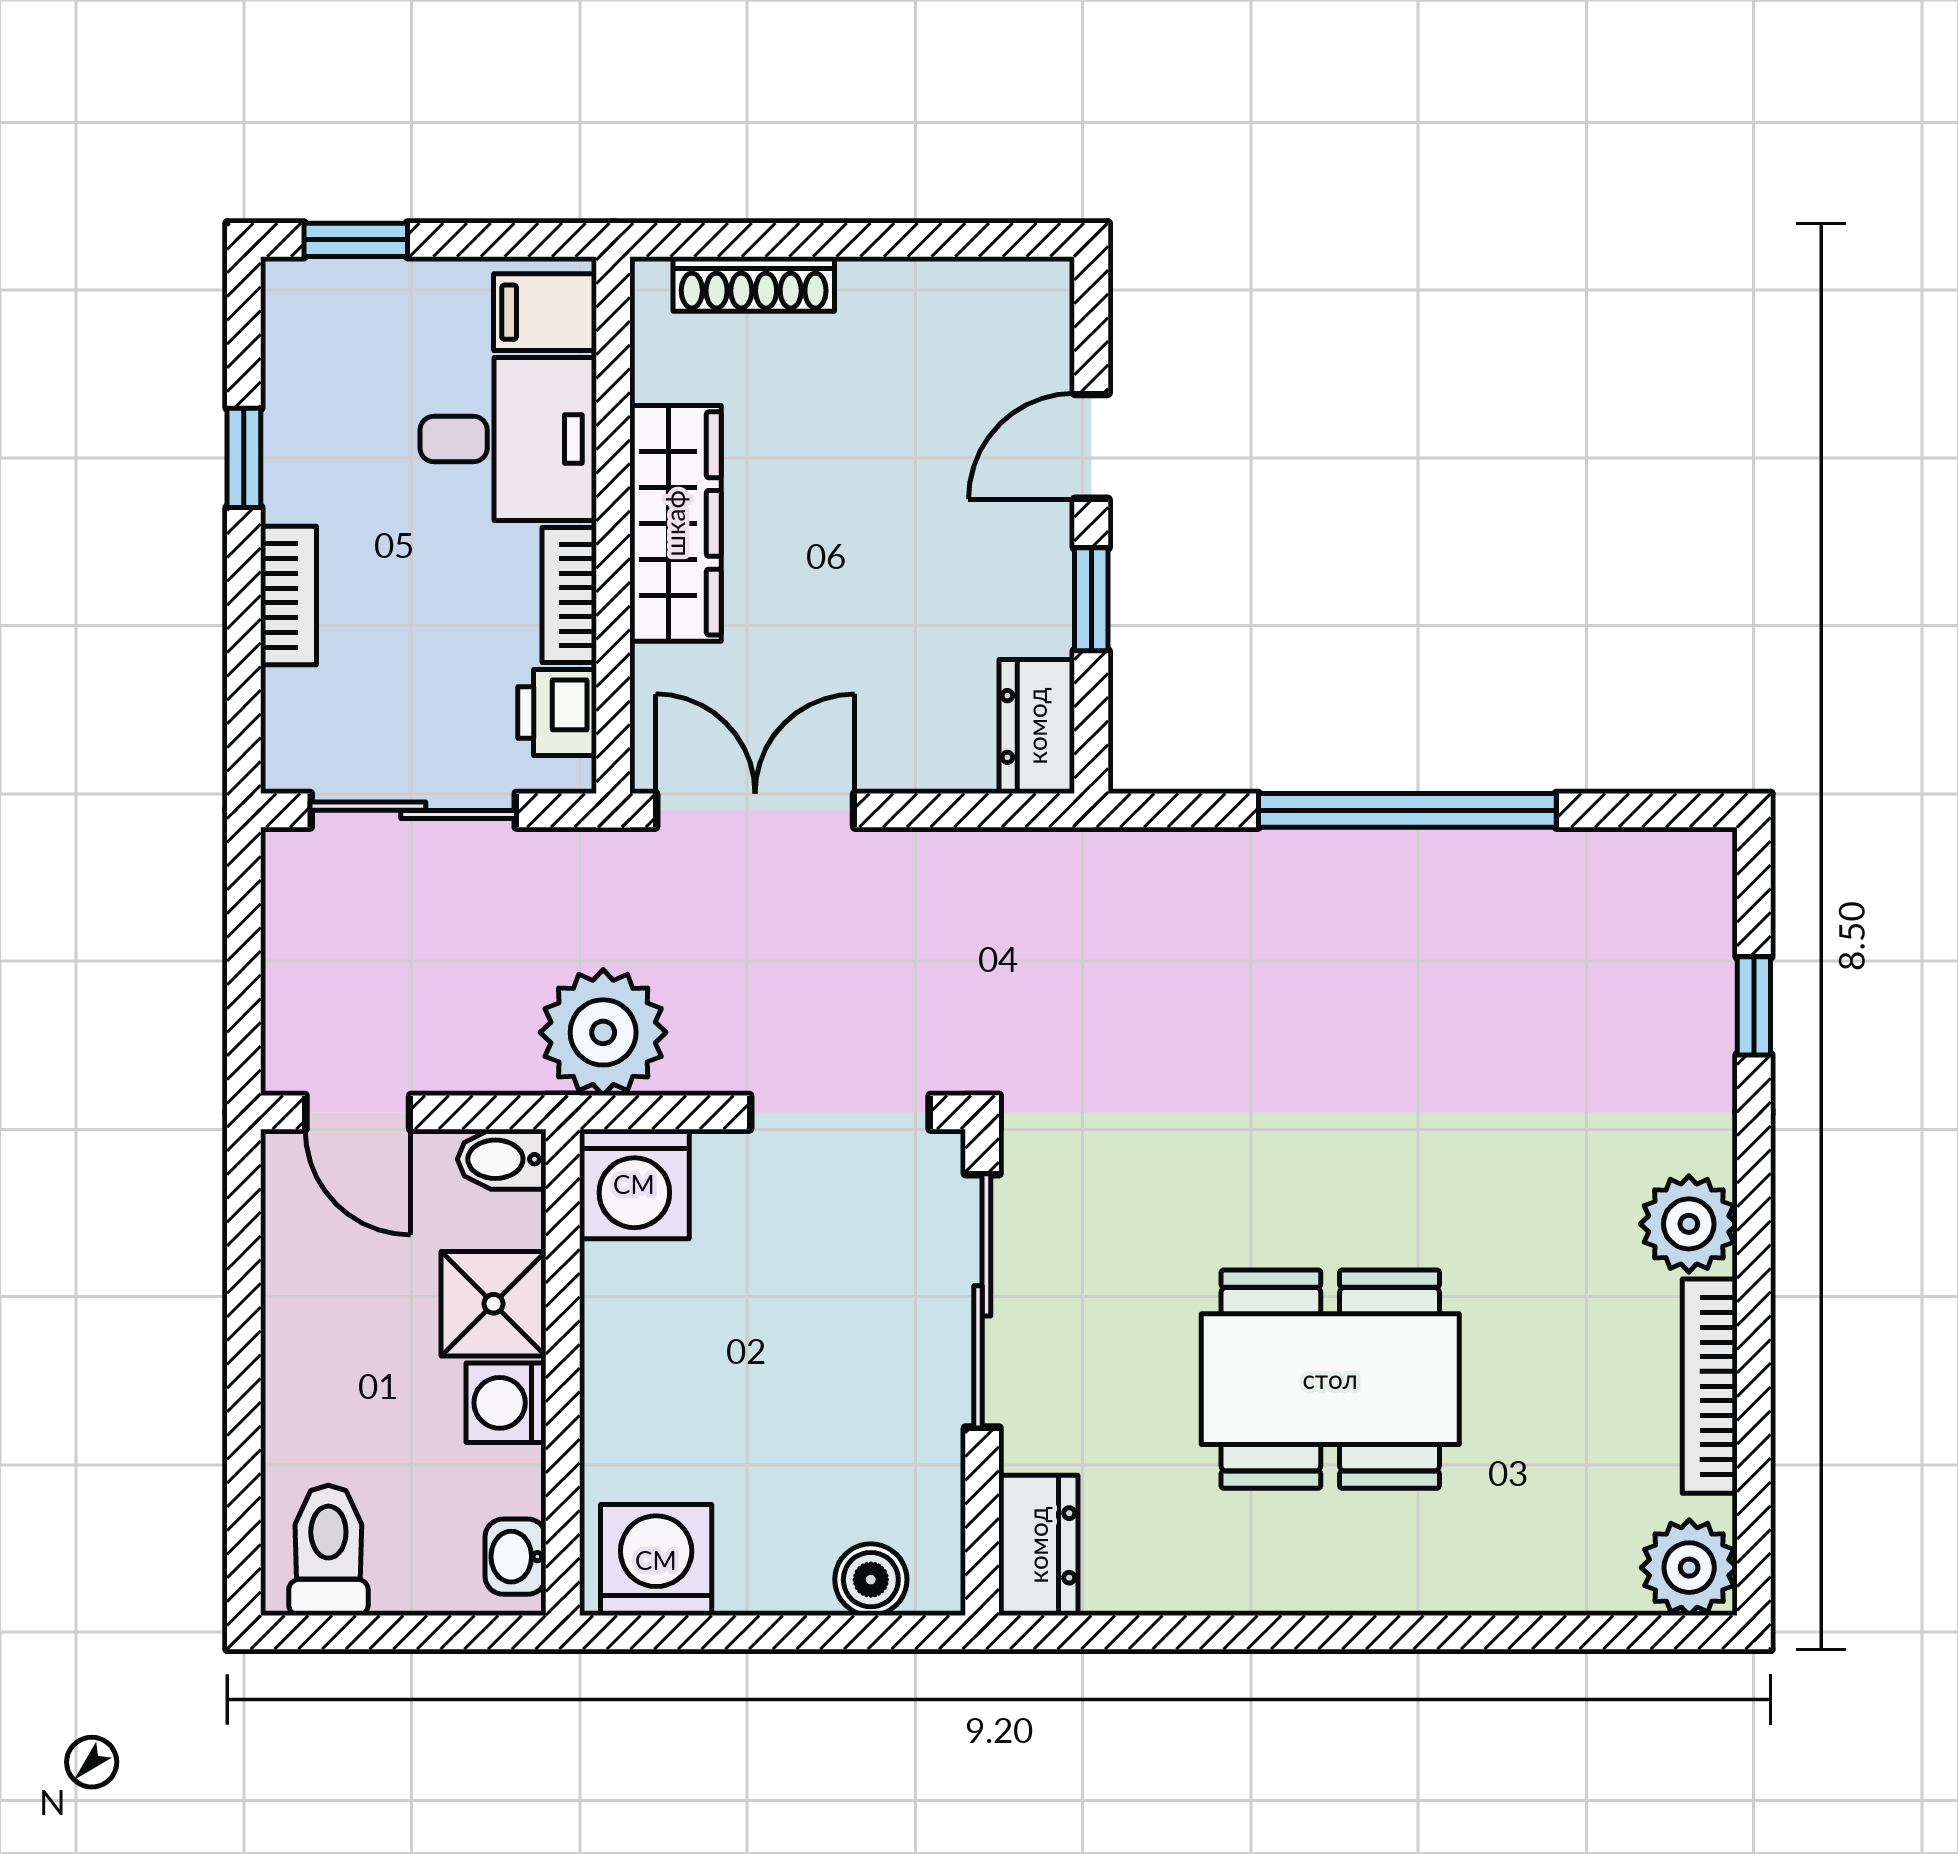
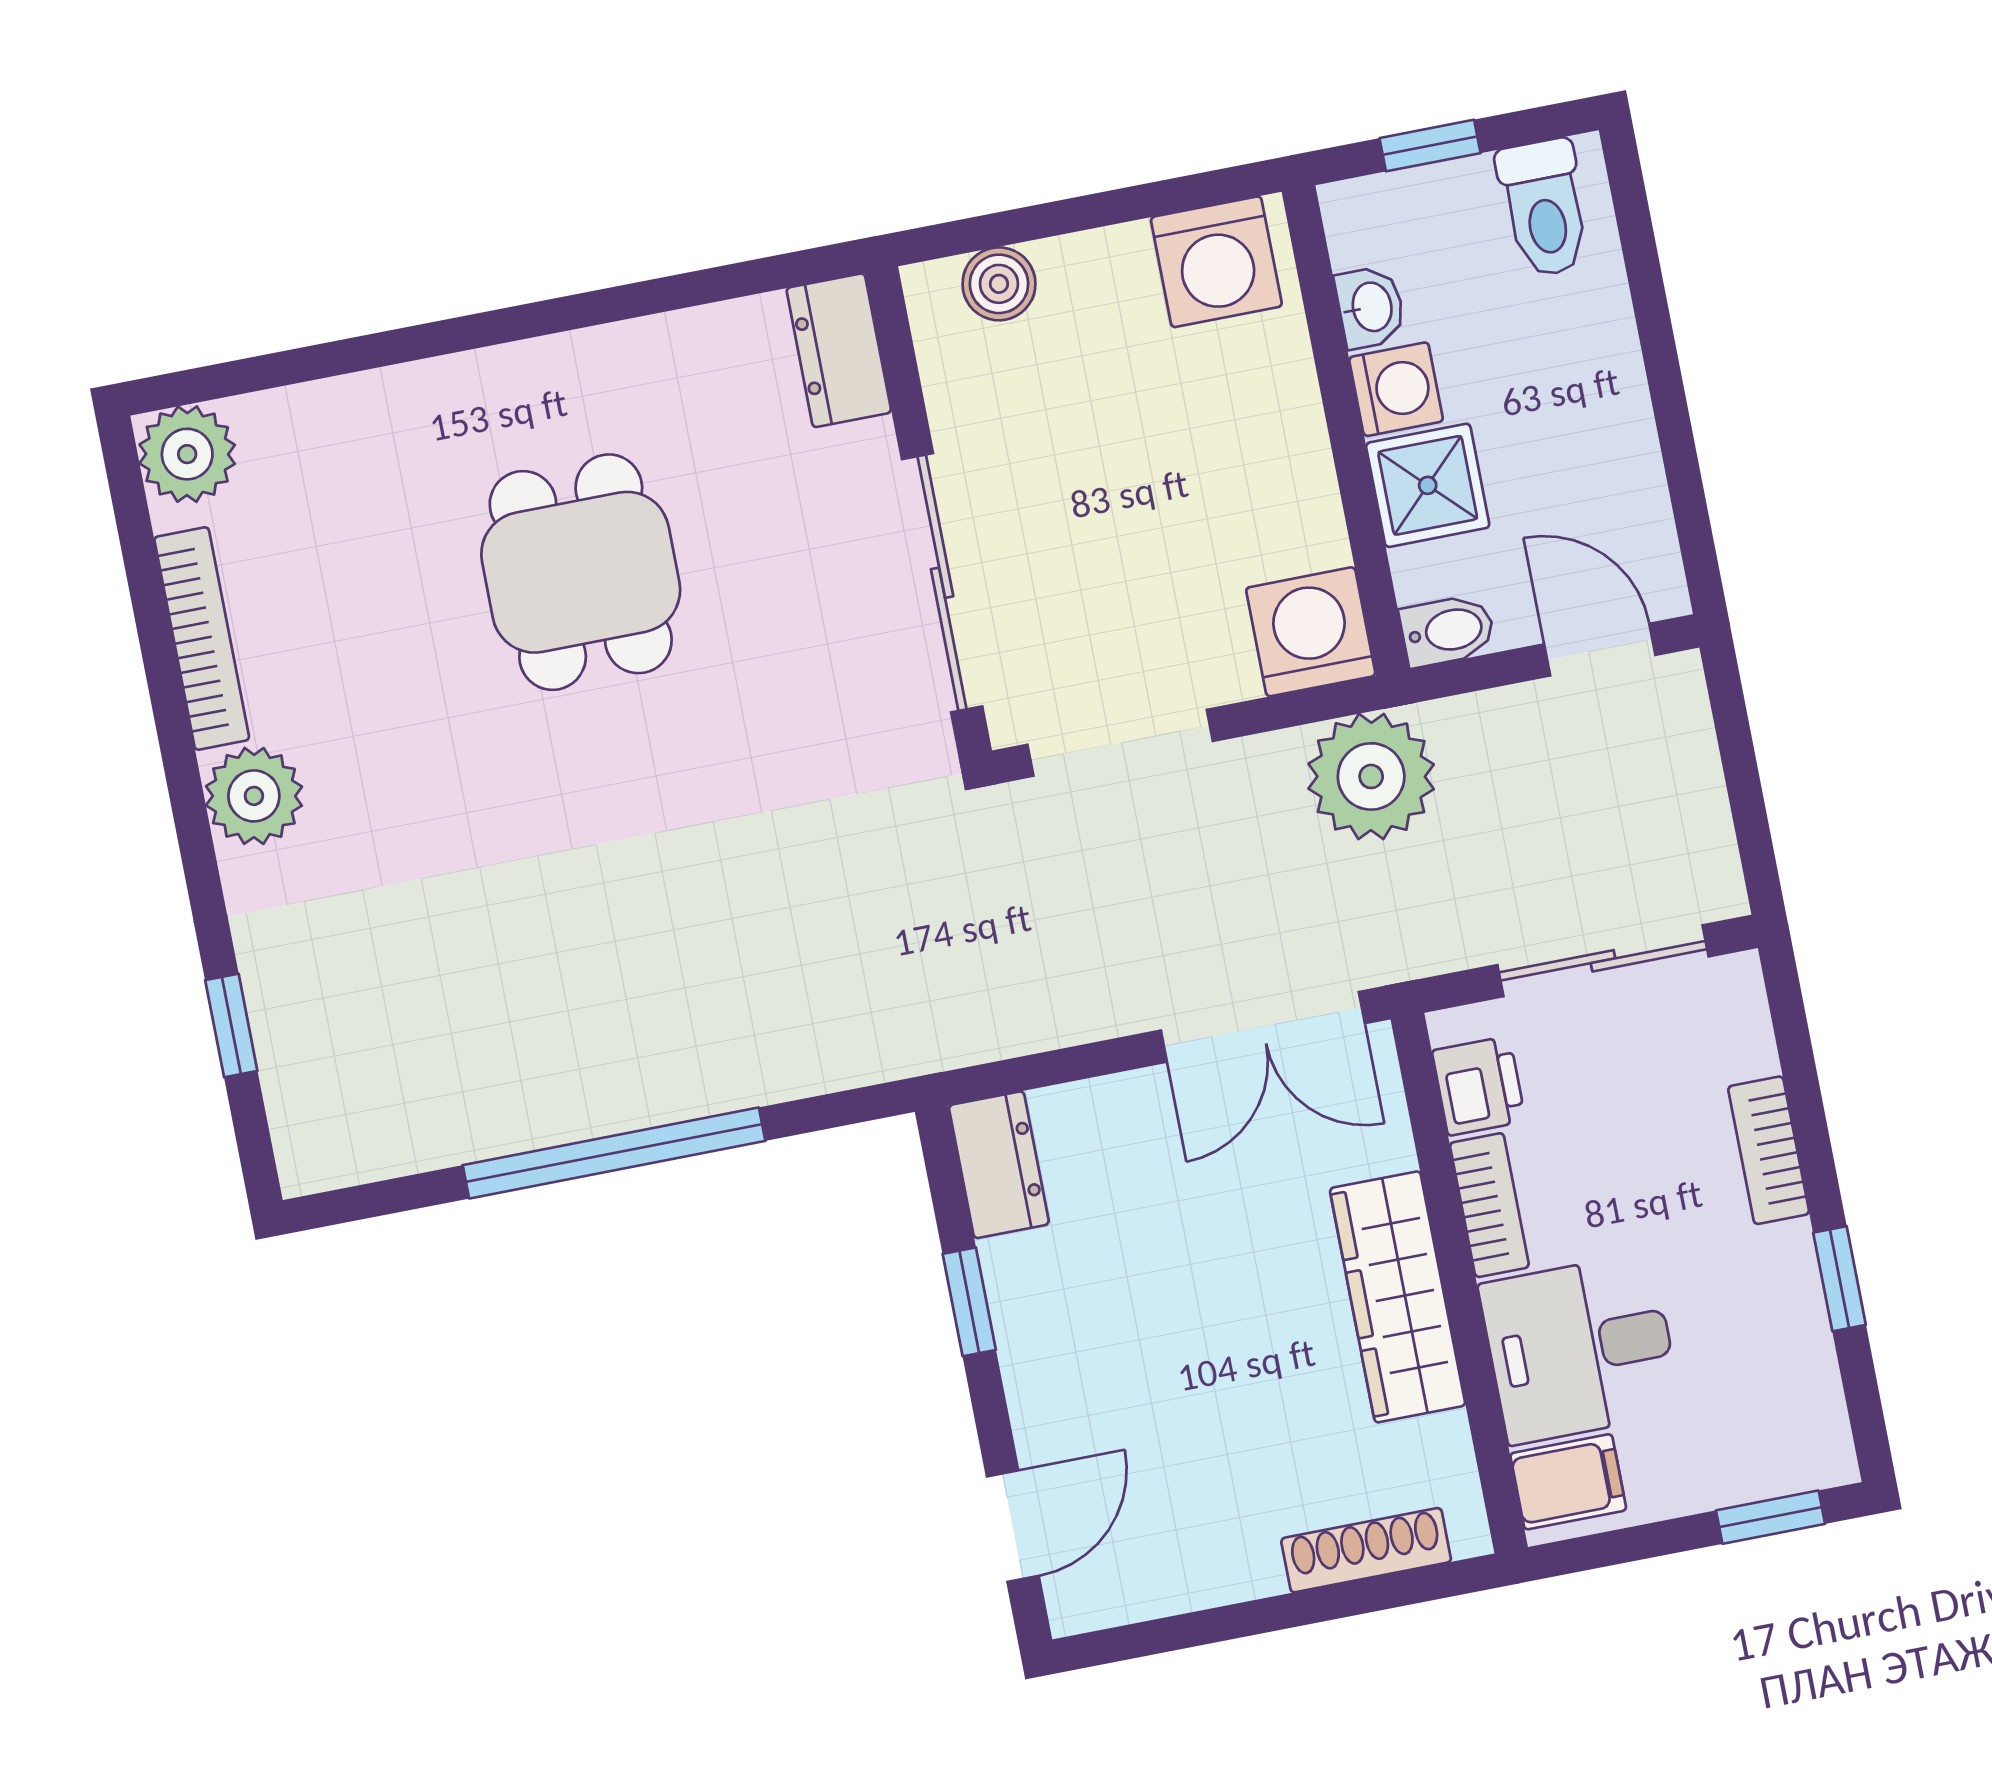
door: (1091, 446) -> (1013, 1526), moved
dining table: (1330, 1379) -> (581, 572), width x0.73
washbasin: (516, 1557) -> (1370, 307), moved
window: (427, 1632) -> (1430, 146), added

